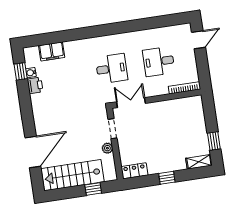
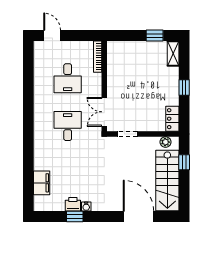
window: (21, 71) -> (75, 216), moved
water cooler: (31, 73) -> (86, 207), moved
plant: (107, 148) -> (166, 142), moved

